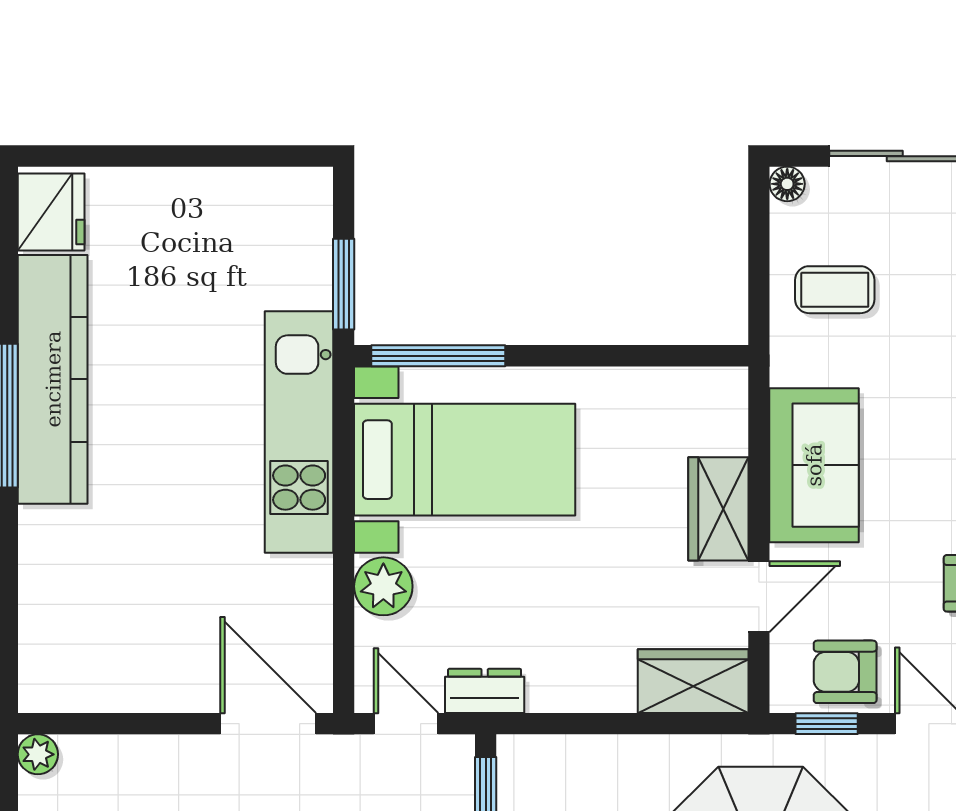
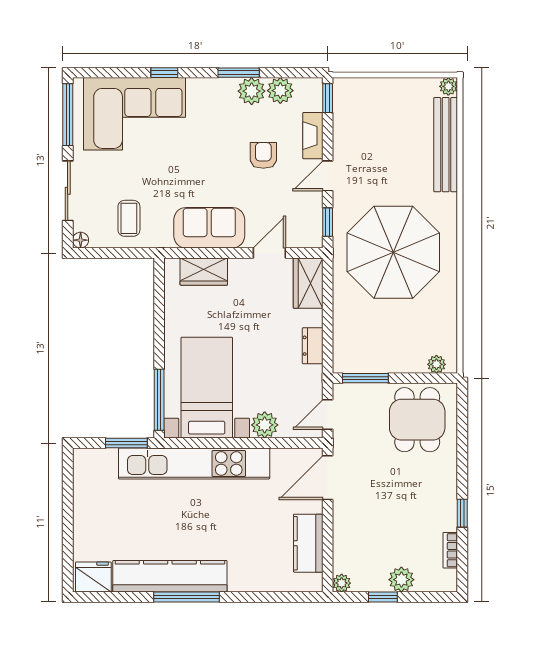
kitchen unit: (299, 432) -> (194, 463), width x1.36
wardrobe: (718, 509) -> (204, 272), moved
door: (759, 597) -> (269, 253), hinge flipped
armchair: (845, 672) -> (304, 214), removed
kitchen counter: (125, 681) -> (308, 543), added
dresser: (485, 691) -> (313, 346), moved

